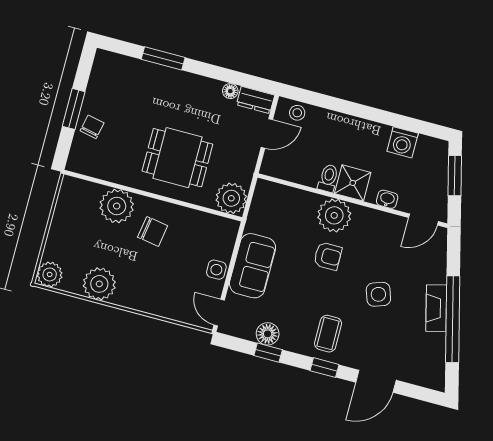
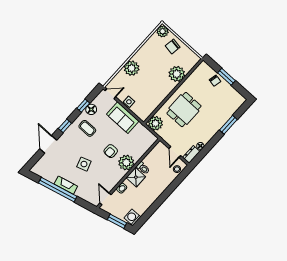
washing machine: (403, 142) -> (132, 217), moved
chair: (153, 231) -> (173, 47), moved
plant: (99, 284) -> (132, 68), moved
coffee table: (328, 334) -> (87, 128), moved

